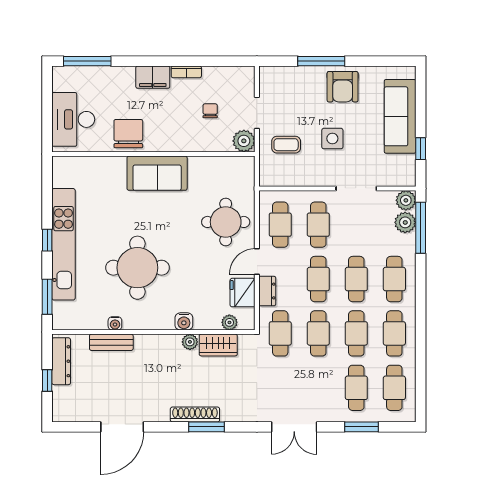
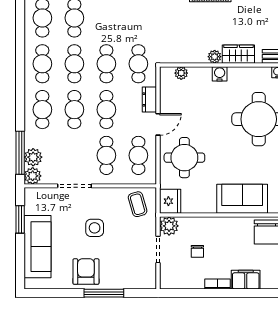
coffee table: (286, 145) -> (138, 204), moved, turned 74
window: (421, 149) -> (20, 219), width x1.50
fridge: (243, 293) -> (170, 201), moved
wardrobe: (218, 345) -> (238, 54), moved

